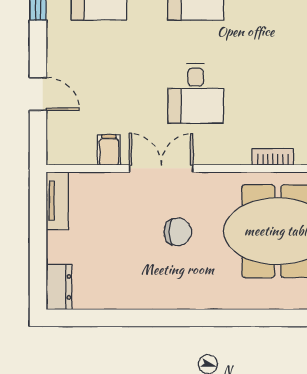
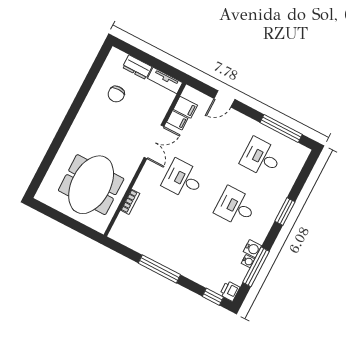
filing cabinet: (82, 148) -> (185, 107), added
chair: (178, 232) -> (116, 94), moved
dresser: (59, 287) -> (137, 67), moved

